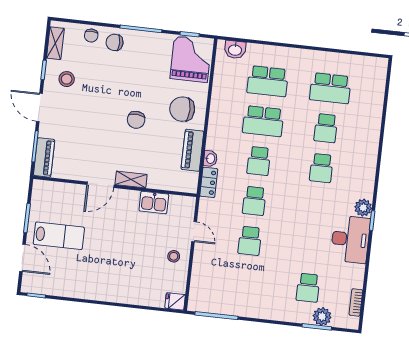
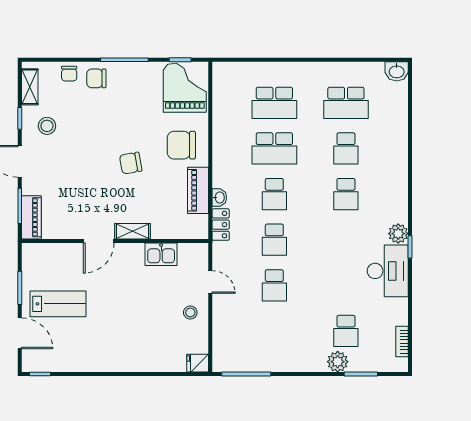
washbasin: (235, 50) -> (397, 71), moved
chair: (136, 120) -> (131, 163), turned 76
plant: (322, 317) -> (338, 362), moved

